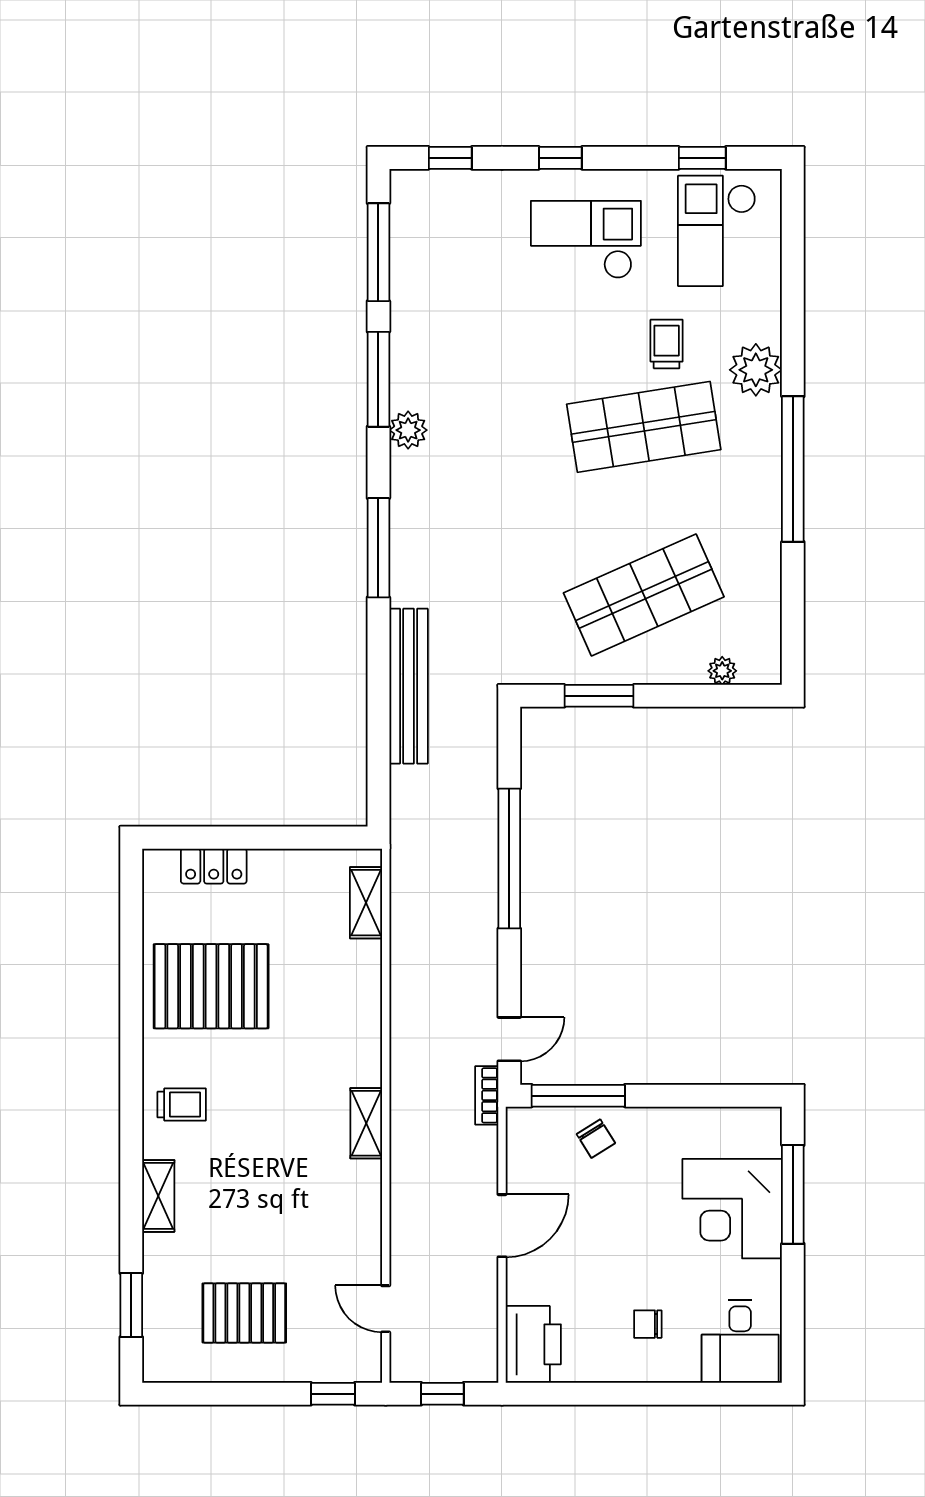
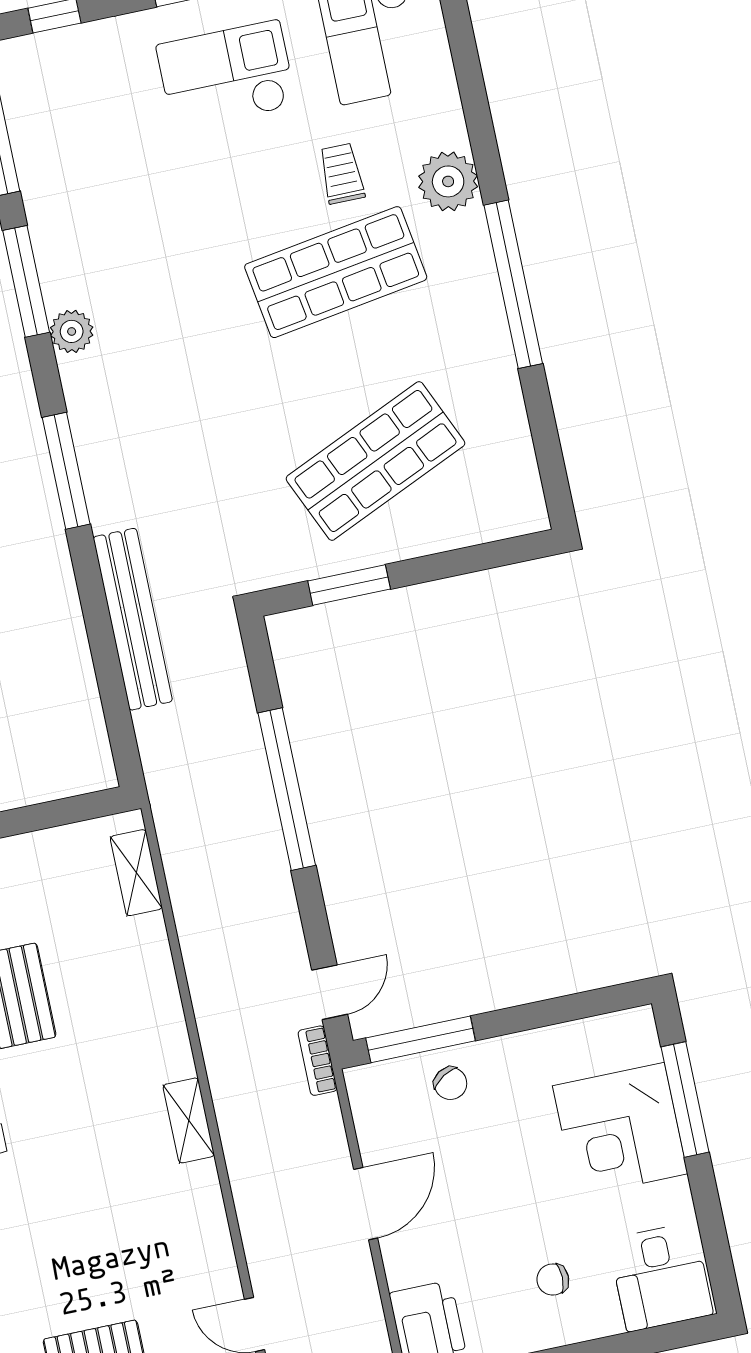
plant: (722, 671) -> (482, 528), removed

